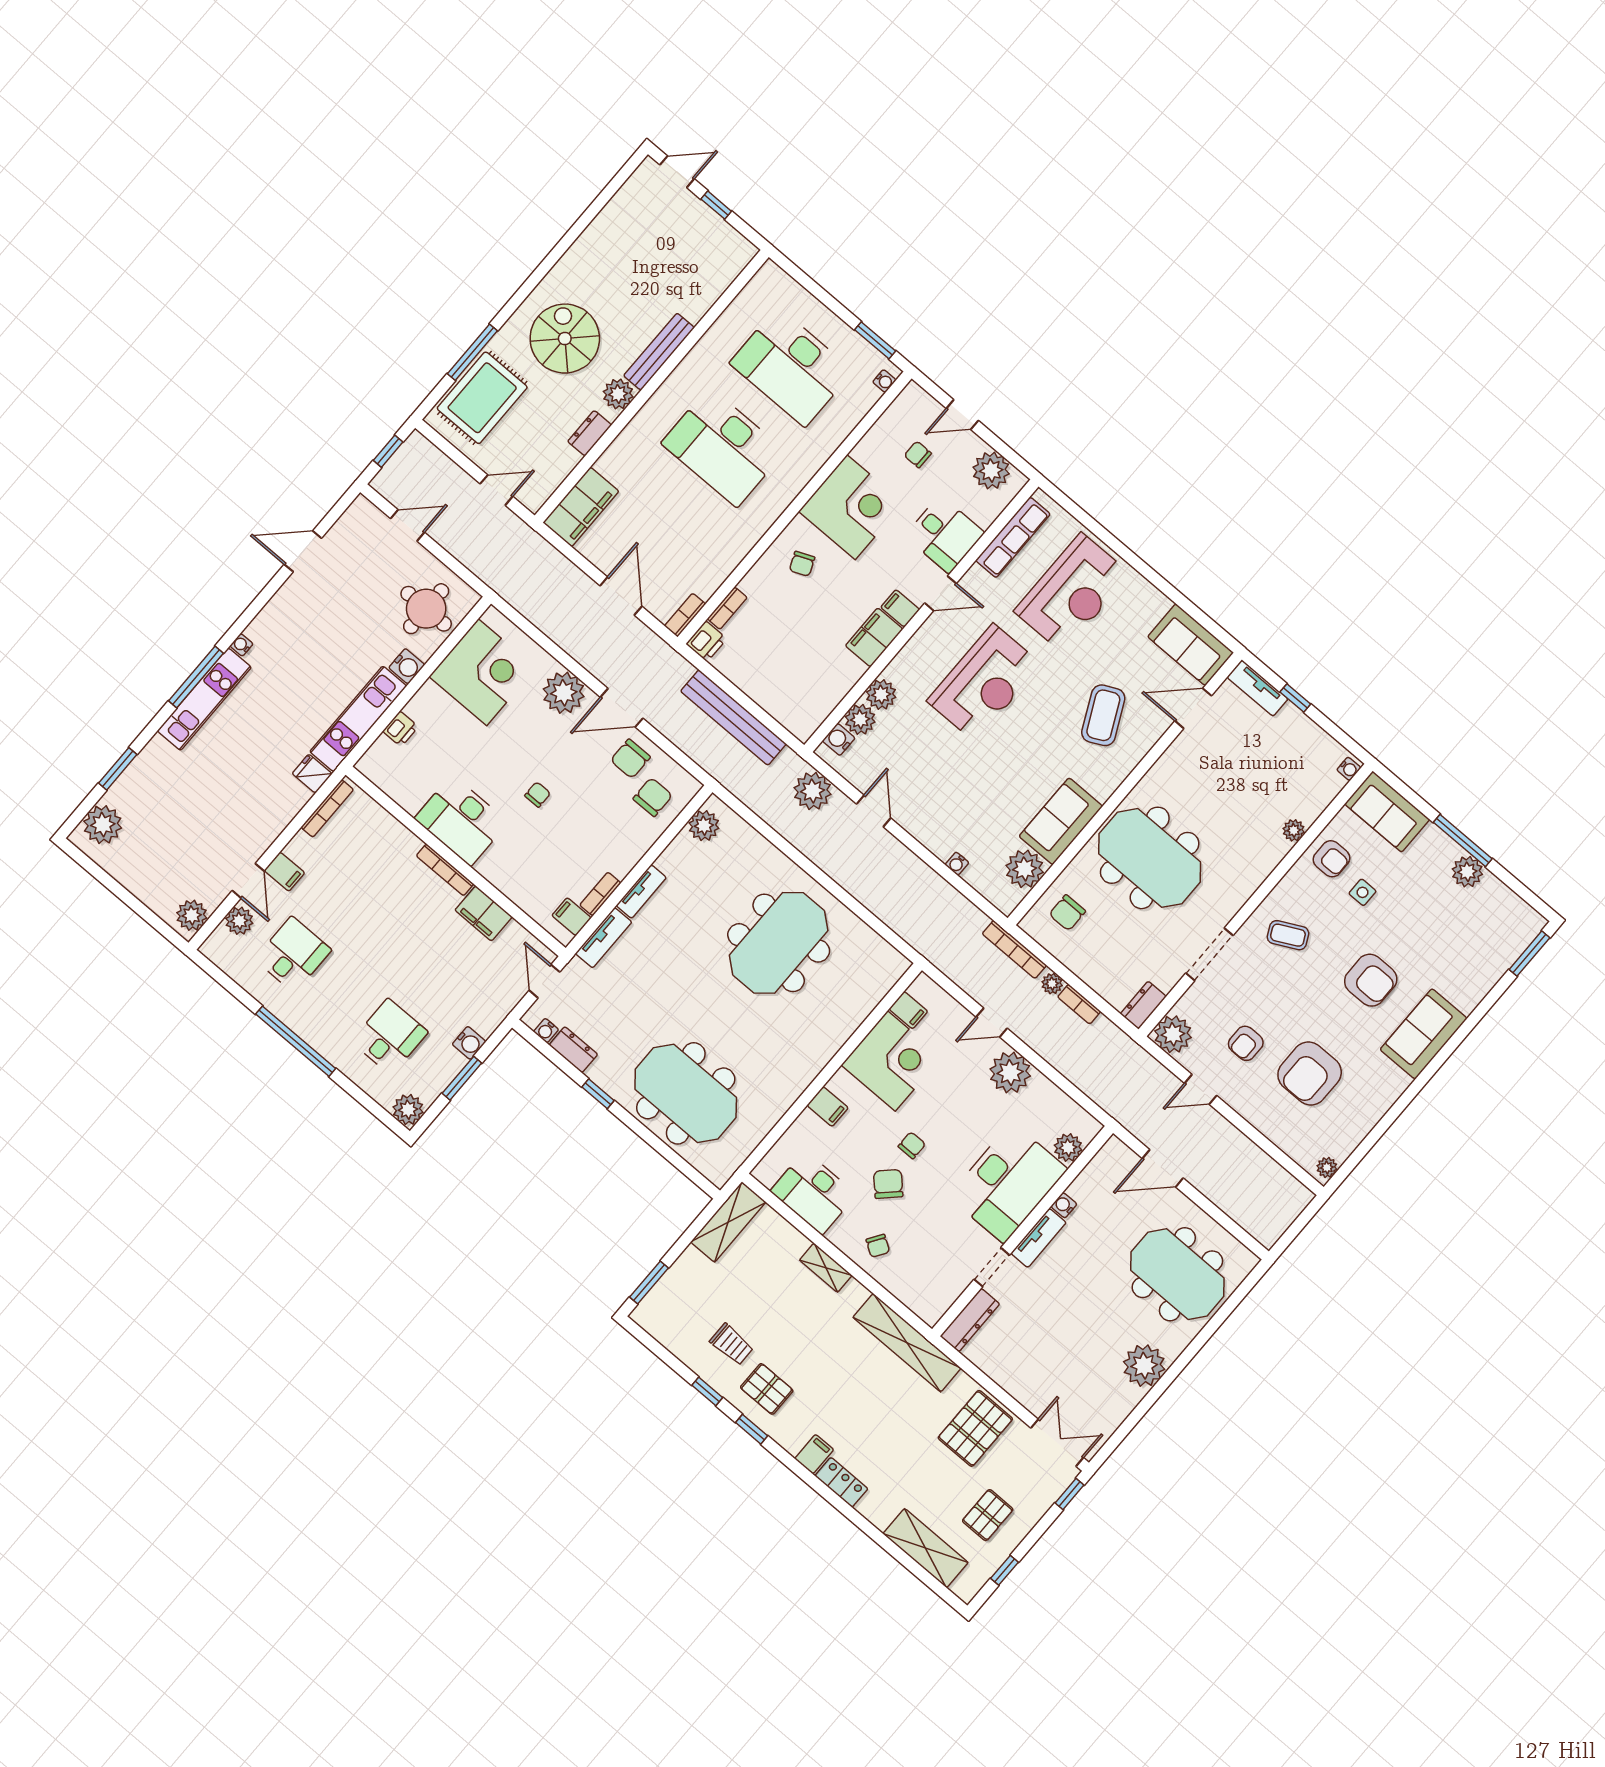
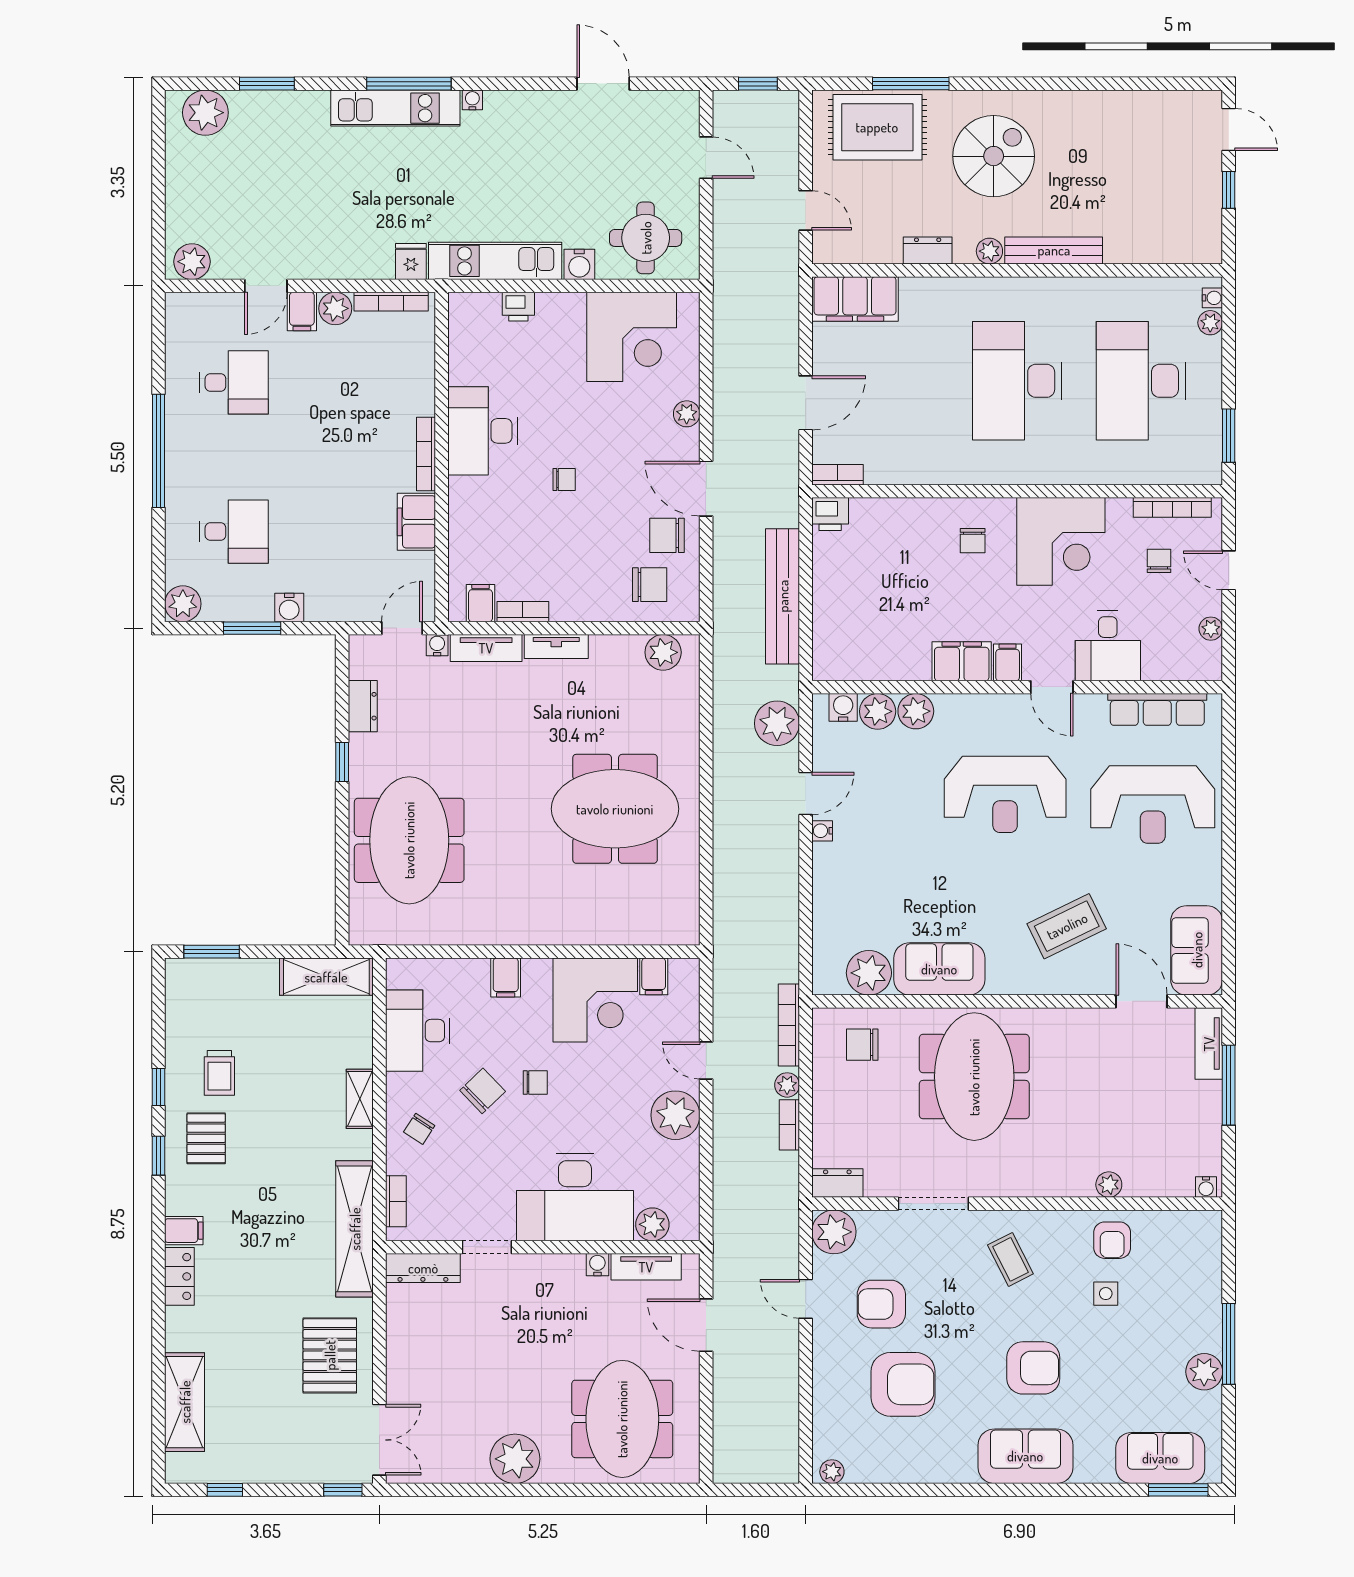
plant: (792, 290) -> (1210, 323), added
water cooler: (884, 381) -> (1212, 298), moved, turned -90
plant: (618, 394) -> (989, 251), width x0.73, depth x0.73
plant: (991, 470) -> (1211, 629), width x0.53, depth x0.53
chair: (802, 564) -> (973, 541), turned -67
bookcase: (727, 608) -> (1172, 507), moved, width x1.56
plant: (564, 693) -> (687, 414), width x0.53, depth x0.53
window: (1295, 698) -> (1229, 1085), width x2.17
sofa: (1387, 812) -> (1160, 1458), moved, turned 90
water cooler: (957, 864) -> (822, 831), moved
plant: (239, 921) -> (335, 308), moved
armchair: (1371, 980) -> (1033, 1368), turned -90
water cooler: (546, 1031) -> (437, 645), moved, turned 90
armchair: (1246, 1043) -> (881, 1304), width x1.38, depth x1.38
armchair: (1310, 1073) -> (903, 1384), turned 180
tv unit: (1038, 1238) -> (646, 1267), moved
bookcase: (912, 1301) -> (396, 1201), added
pallet: (975, 1428) -> (330, 1355), turned 90
pallet: (988, 1515) -> (262, 1433), removed

